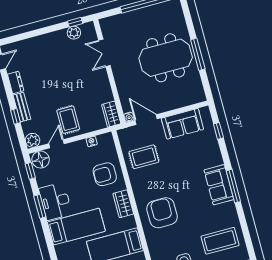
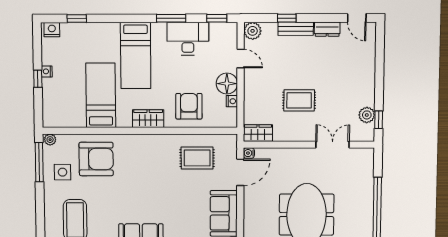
rug: (68, 120) -> (299, 100), moved
rug: (144, 157) -> (197, 158), turned 90
floor lamp: (41, 160) -> (227, 84), moved
desk: (55, 201) -> (188, 39), moved
armchair: (162, 213) -> (96, 159), moved

